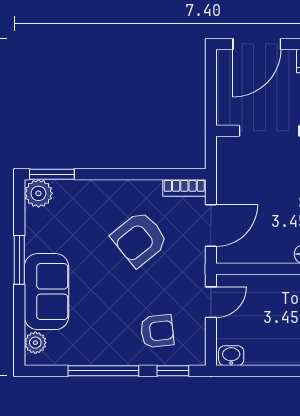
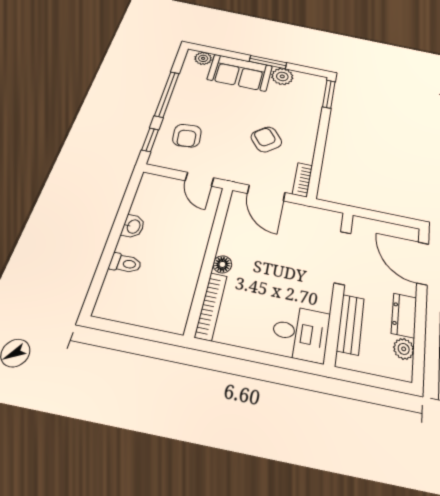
plant: (38, 193) -> (282, 76), moved
armchair: (140, 239) -> (266, 139), width x0.72, depth x0.72
washbasin: (231, 356) -> (133, 226), moved

